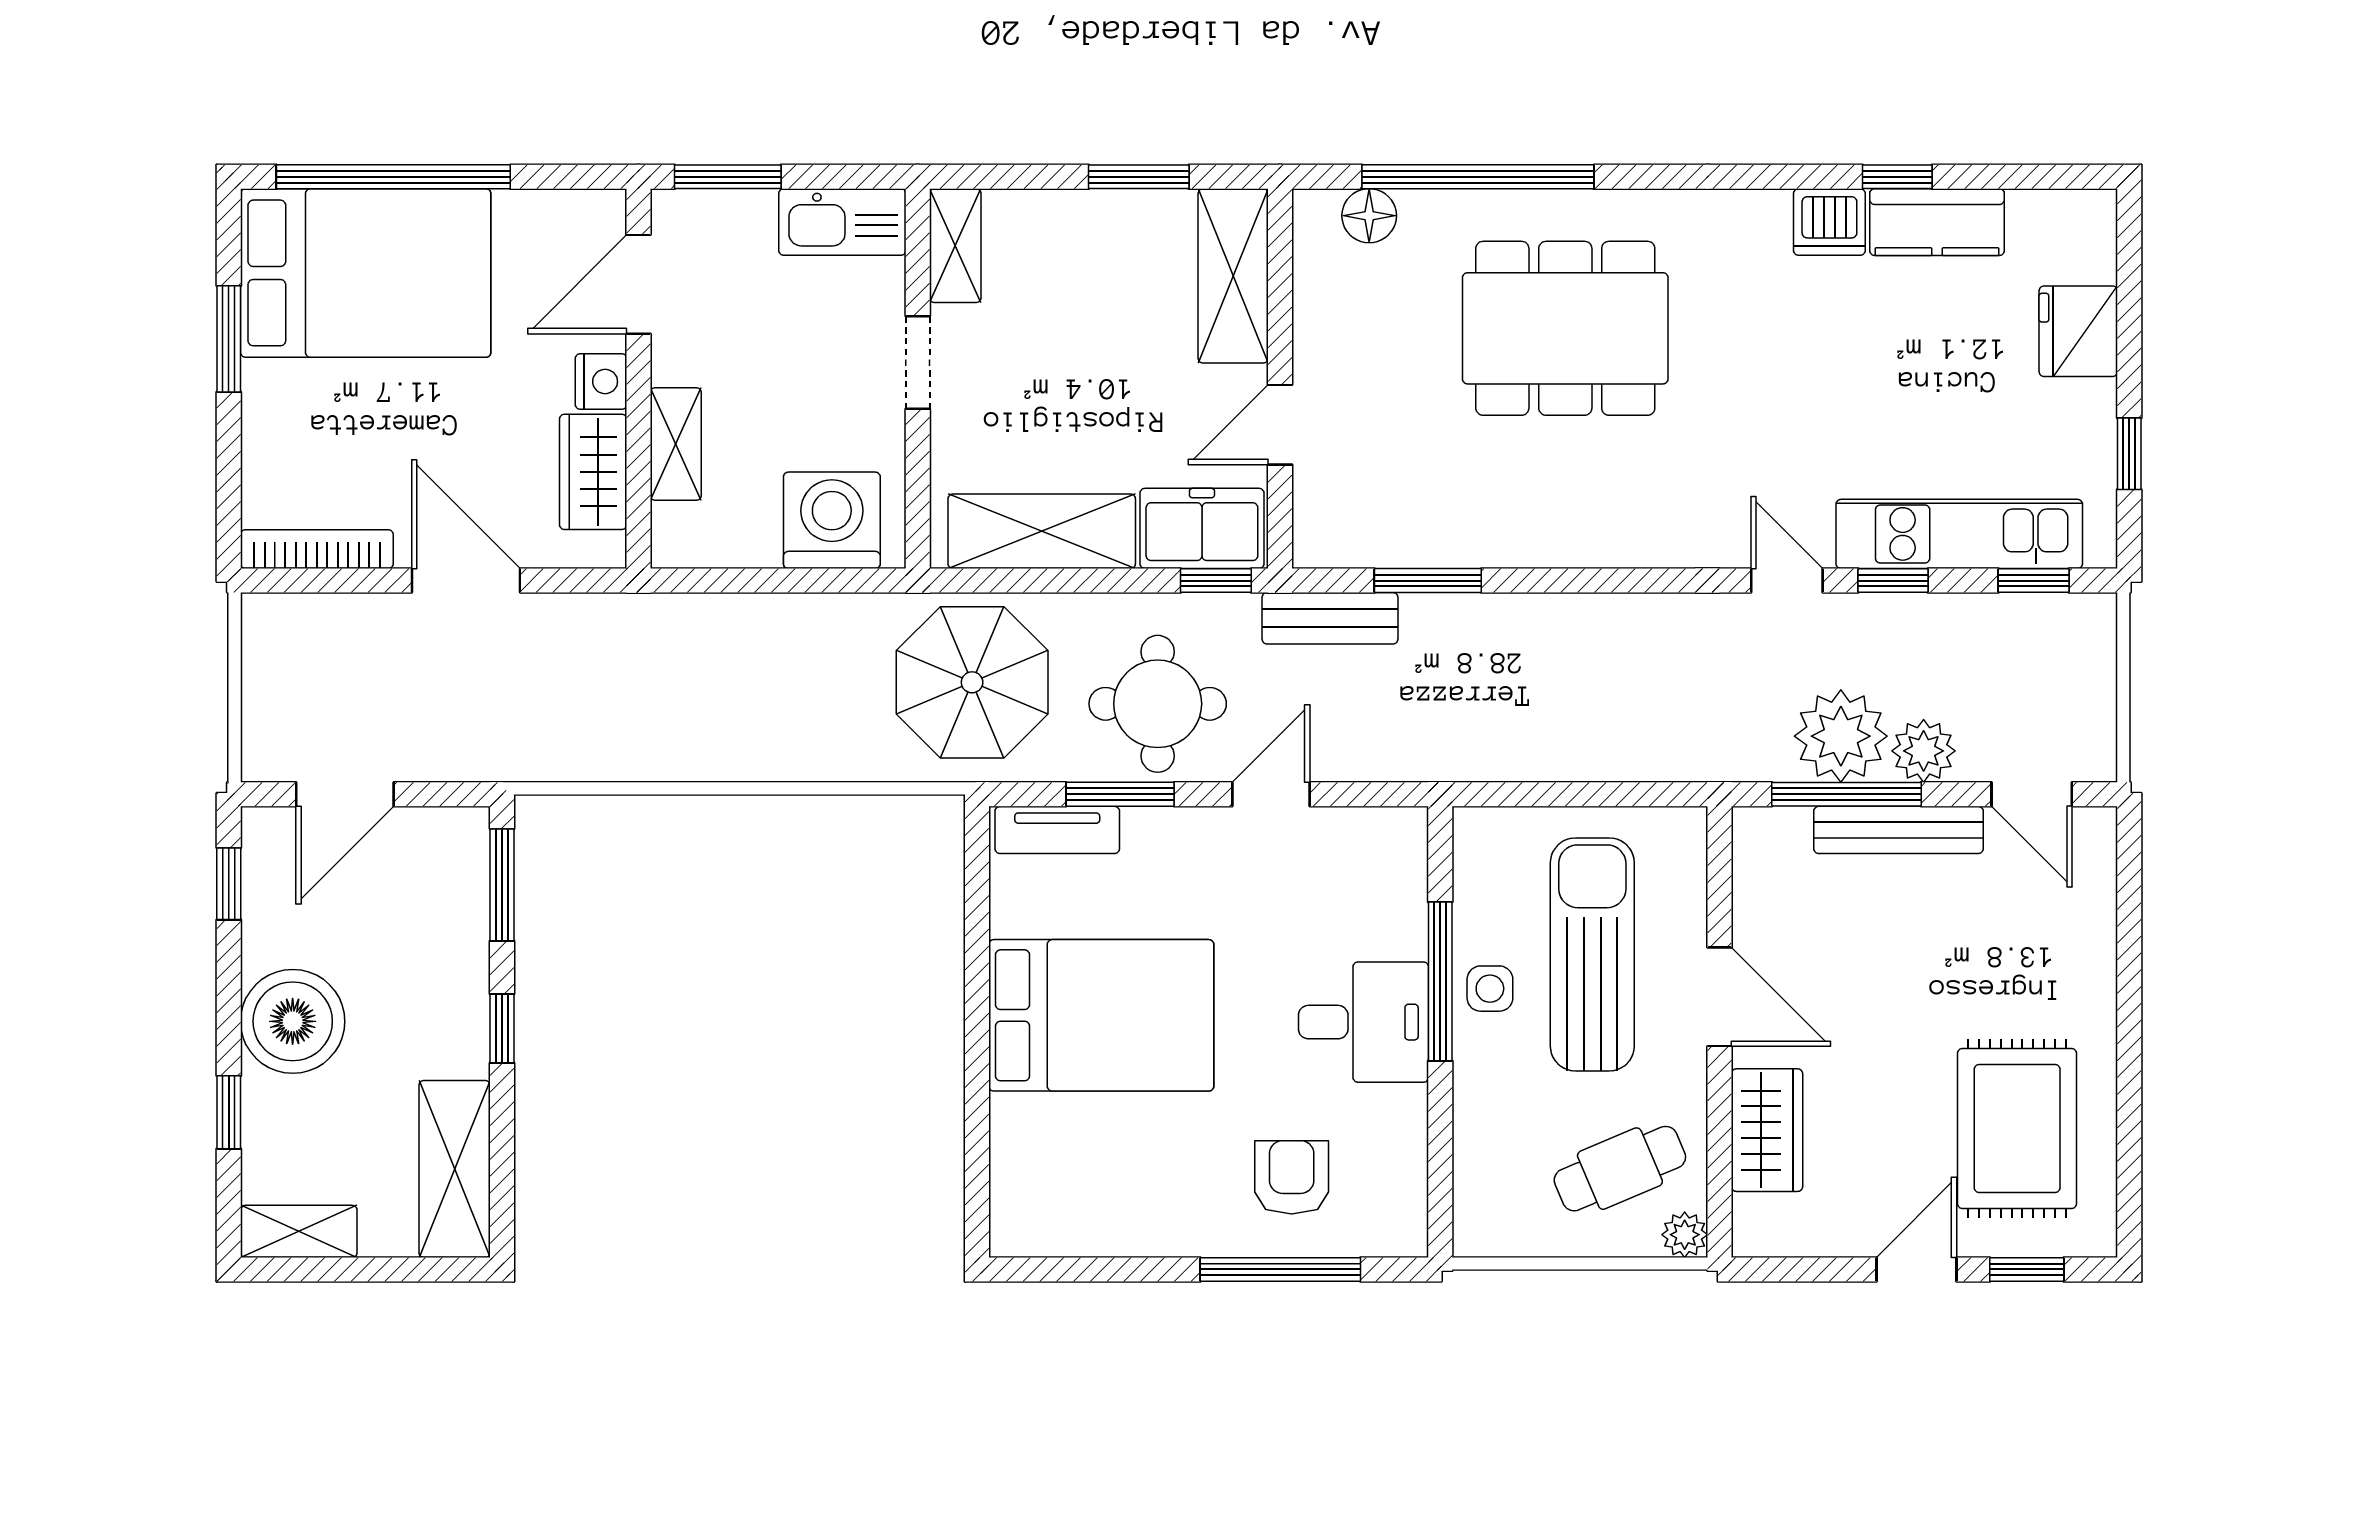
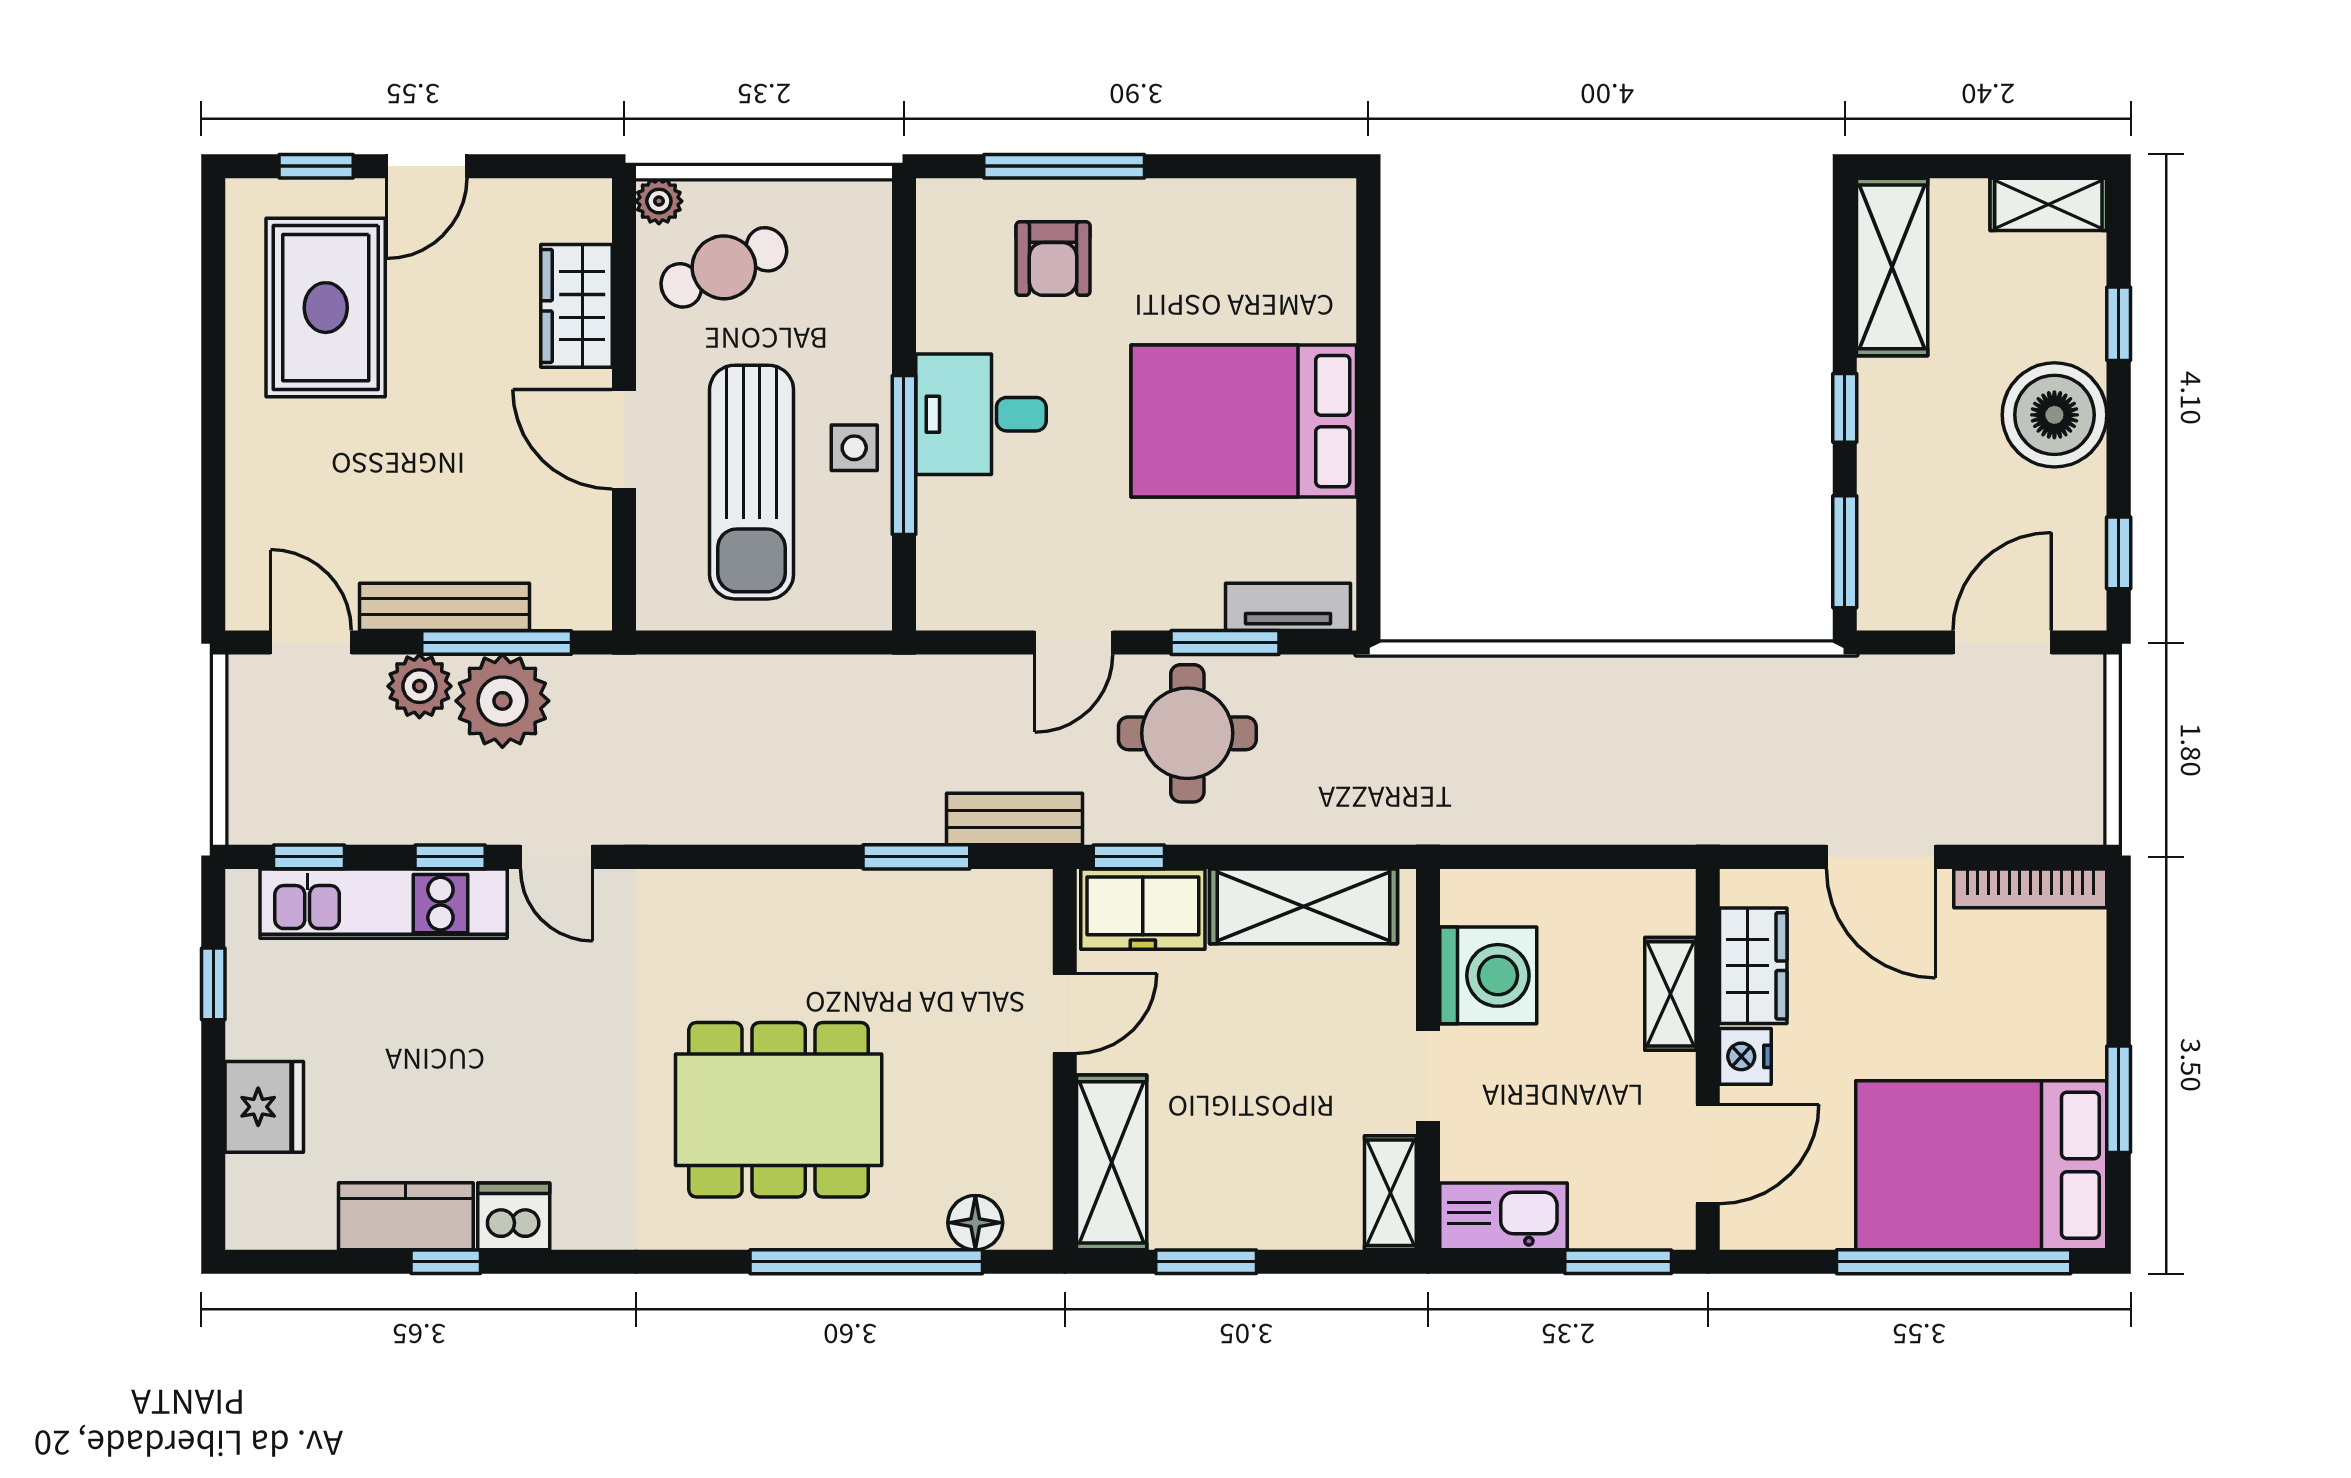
washing machine: (832, 520) -> (1488, 975), moved, turned -90
parasol: (972, 682) -> (1373, 755), removed

